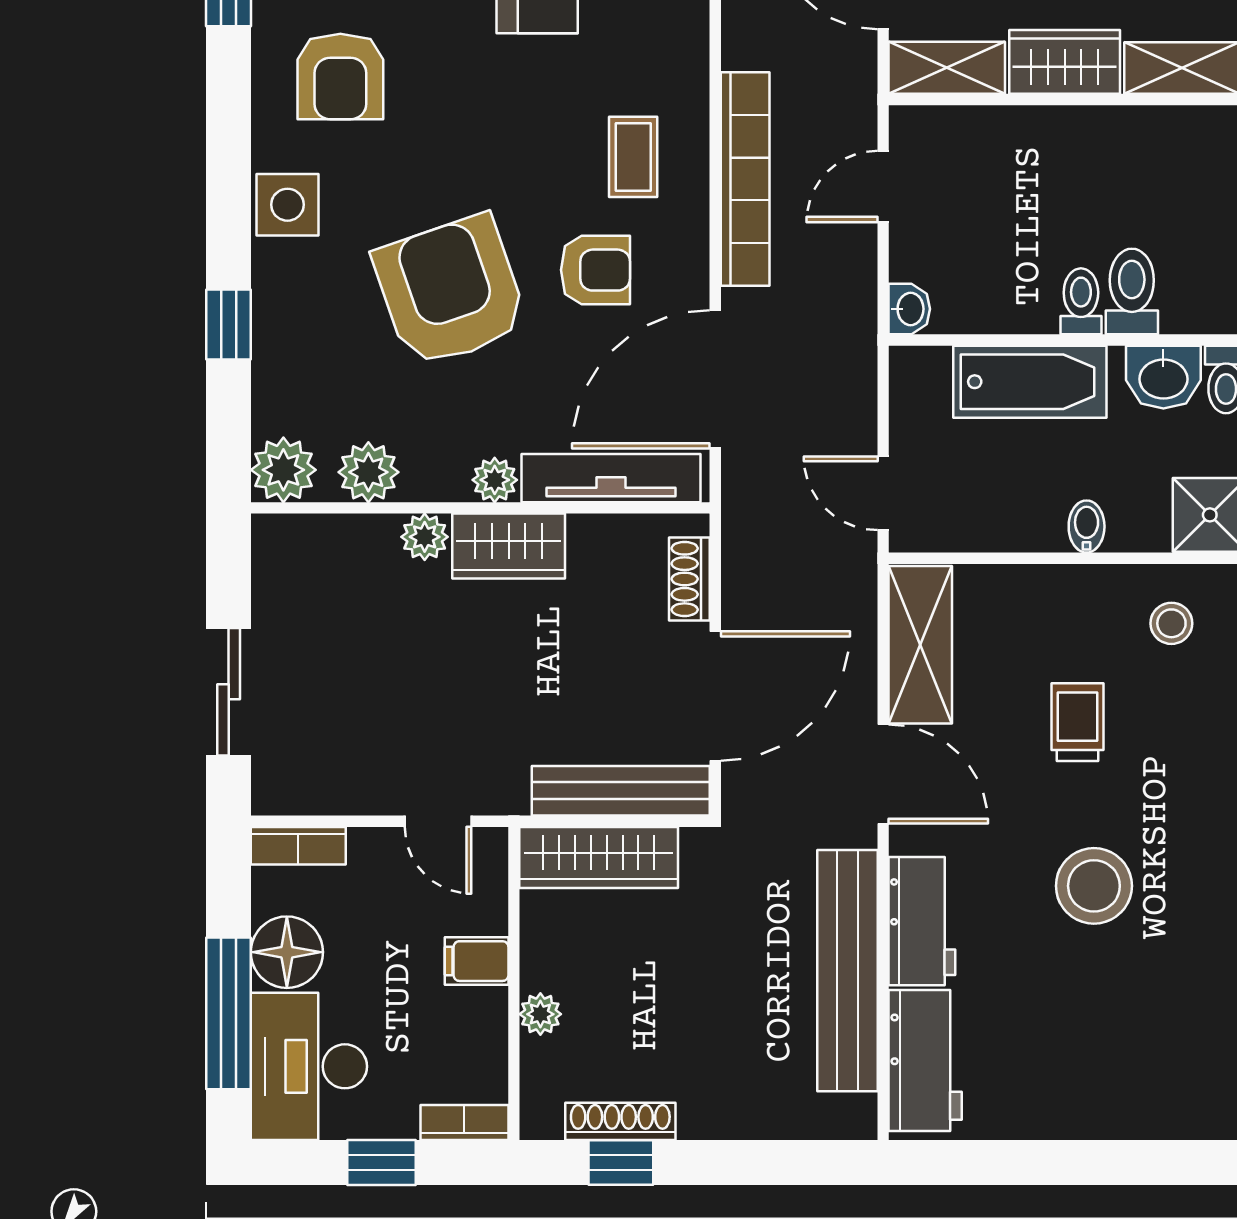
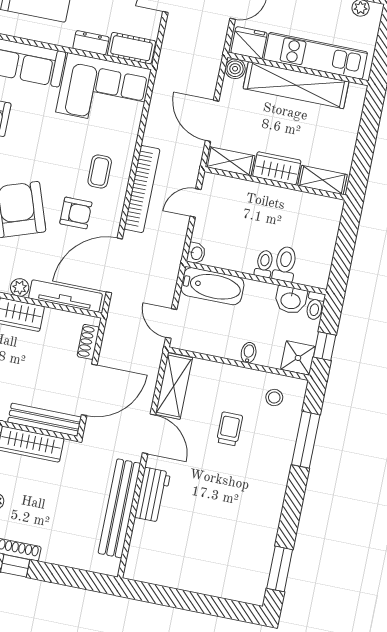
bathtub: (1030, 382) -> (212, 286), moved
stool: (1094, 886) -> (223, 495), removed
workbench: (925, 1061) -> (143, 550), removed

